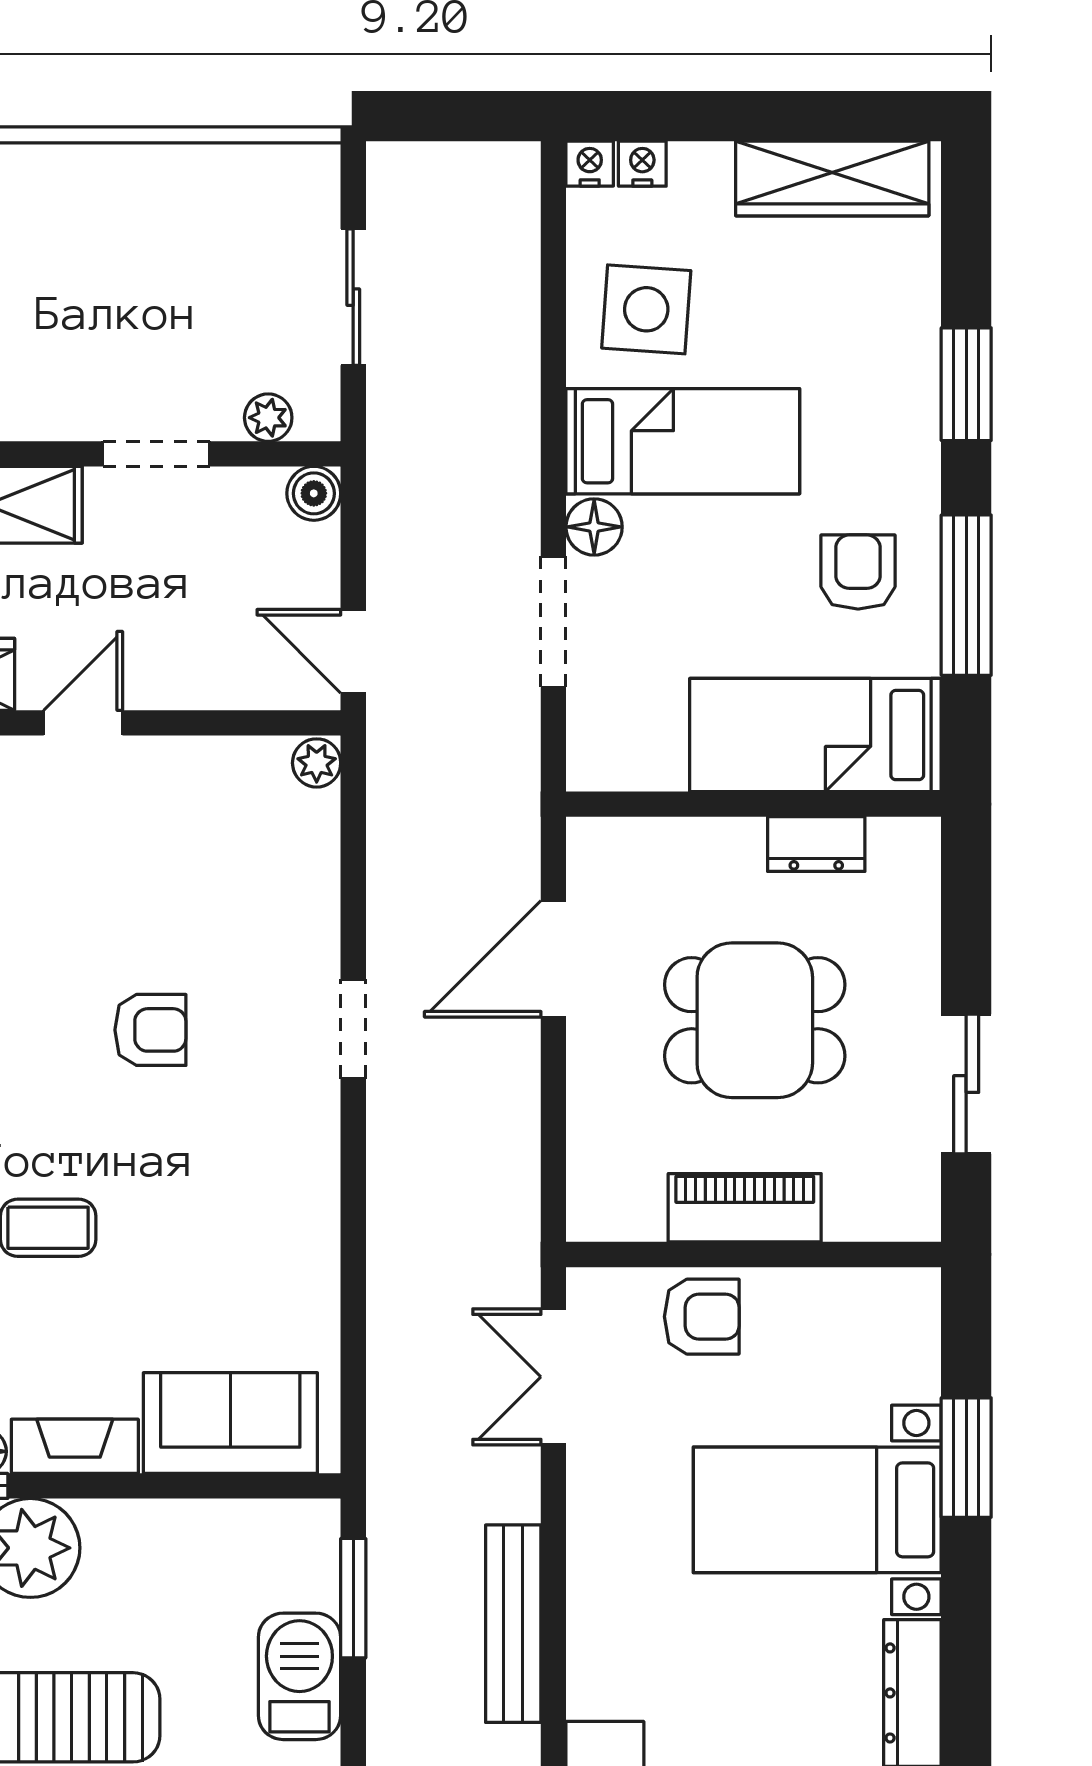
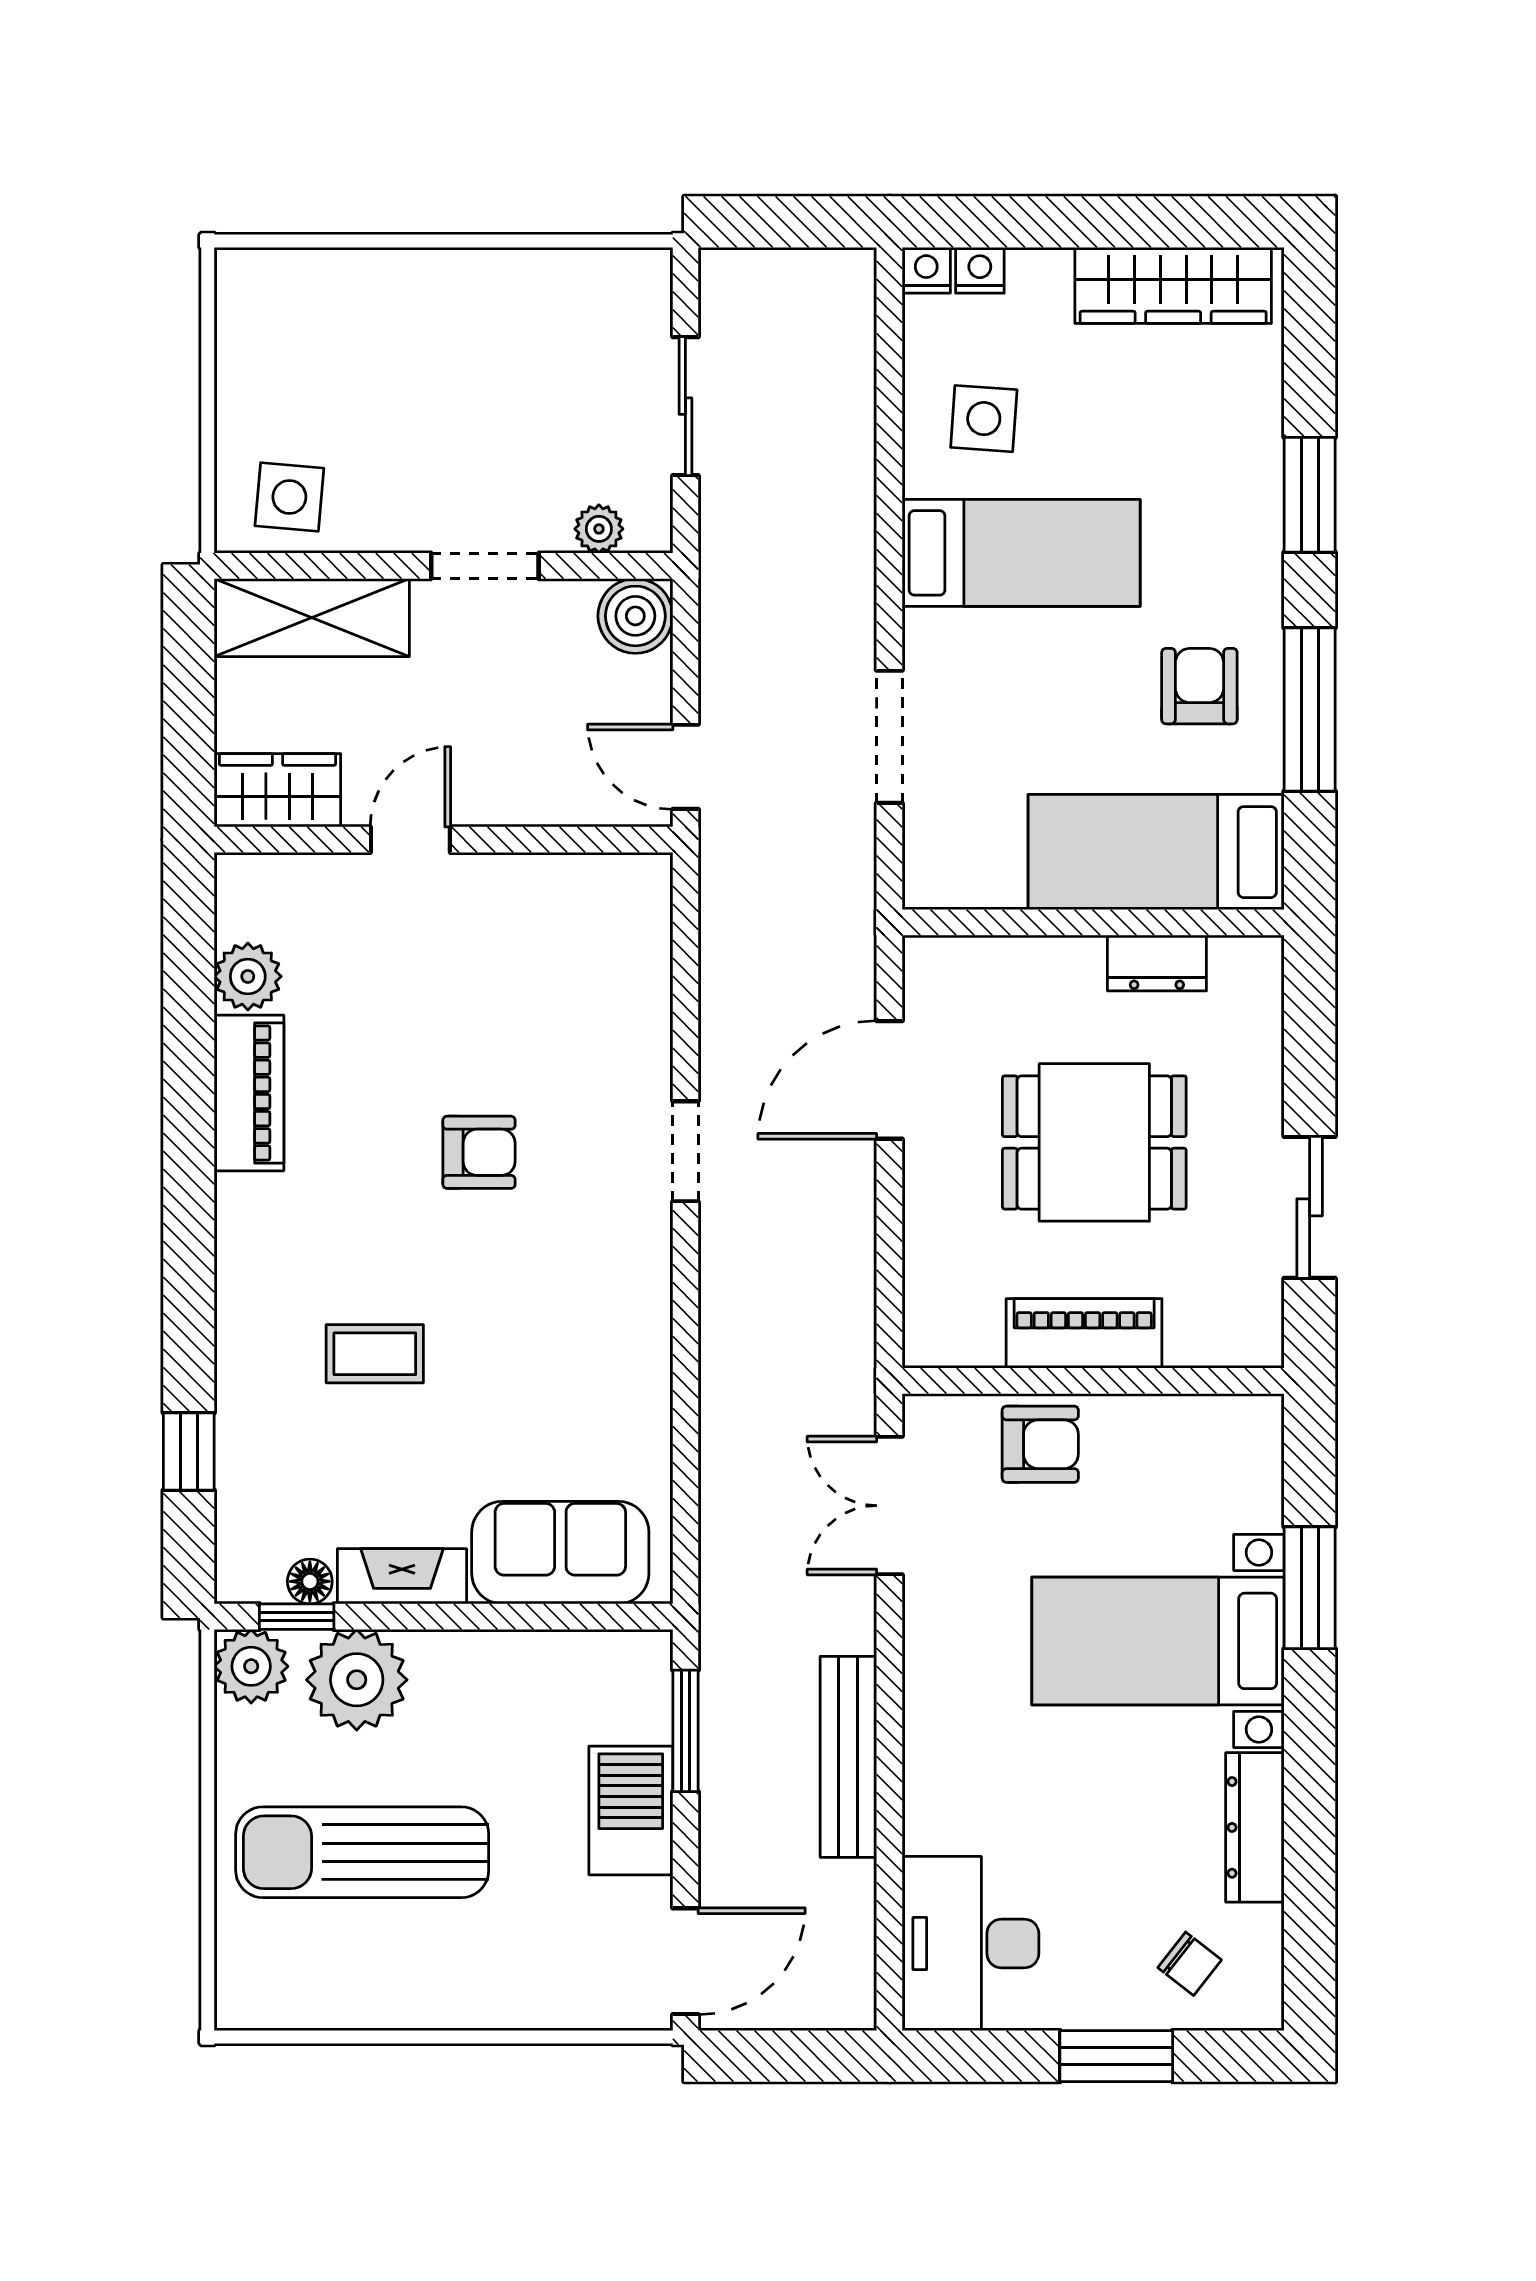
side table: (646, 309) -> (984, 419), width x0.73, depth x0.73
boiler: (314, 493) -> (635, 616), width x1.36, depth x1.36
floor lamp: (594, 527) -> (931, 640), removed
plant: (317, 763) -> (648, 880), removed

